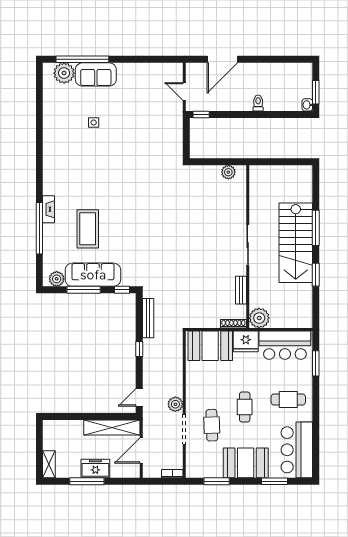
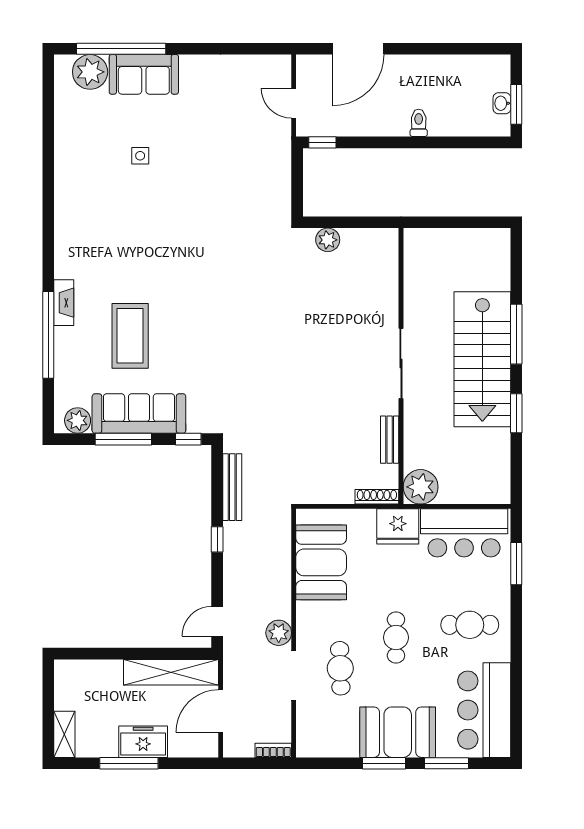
washbasin: (307, 105) -> (502, 103), moved
plant: (228, 172) -> (328, 240), moved
booth: (210, 346) -> (321, 562), moved, turned 90
window: (217, 481) -> (384, 763), moved

